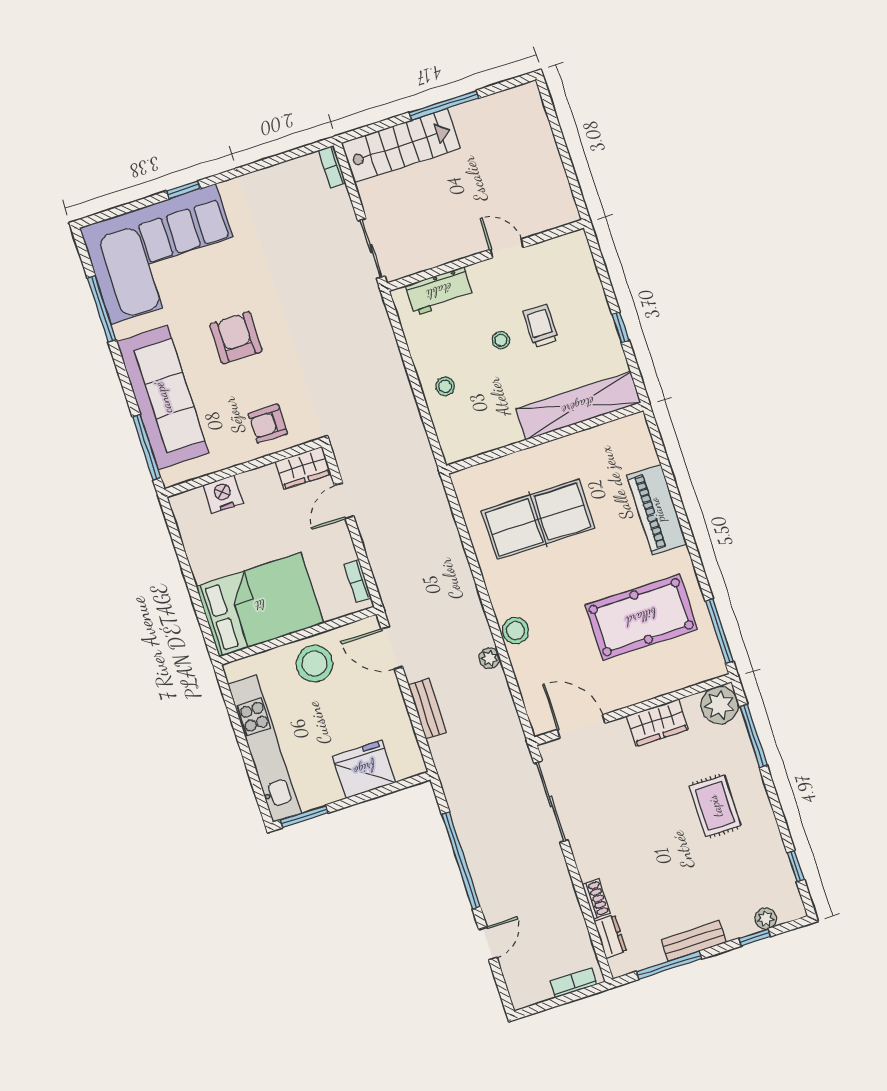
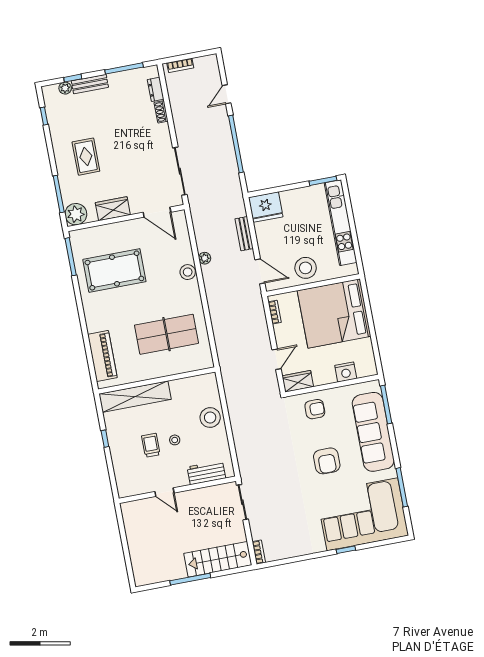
trolley: (541, 326) -> (151, 445), turned 180
stool: (445, 386) -> (210, 418), width x1.89, depth x1.89
piano: (657, 510) -> (102, 356), moved
bed: (260, 605) -> (334, 313), width x1.36
fridge: (364, 769) -> (266, 207), moved
bench: (693, 941) -> (90, 84), moved

